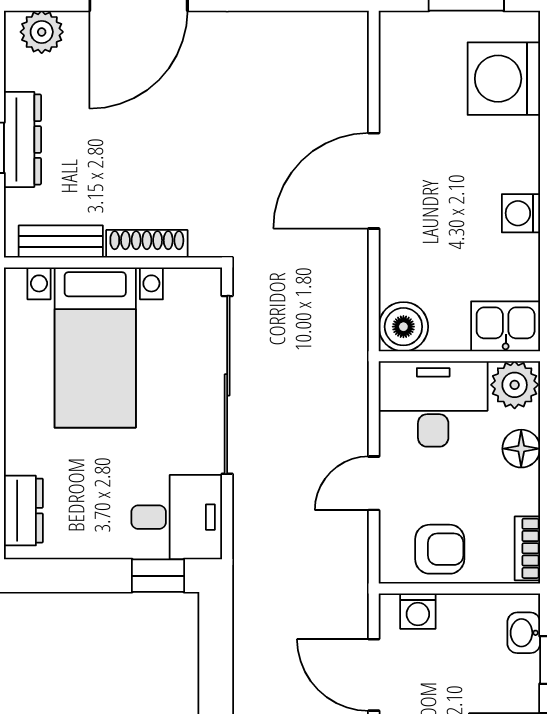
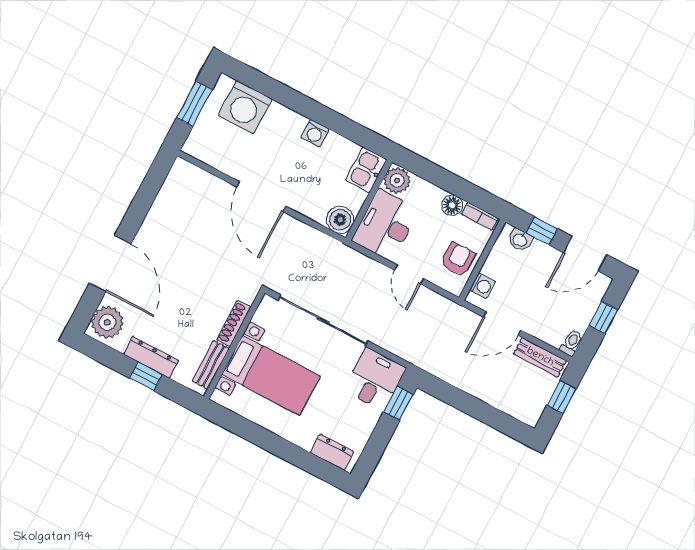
plant: (42, 32) -> (107, 322), width x1.36, depth x1.36
floor lamp: (521, 449) -> (452, 205), moved

